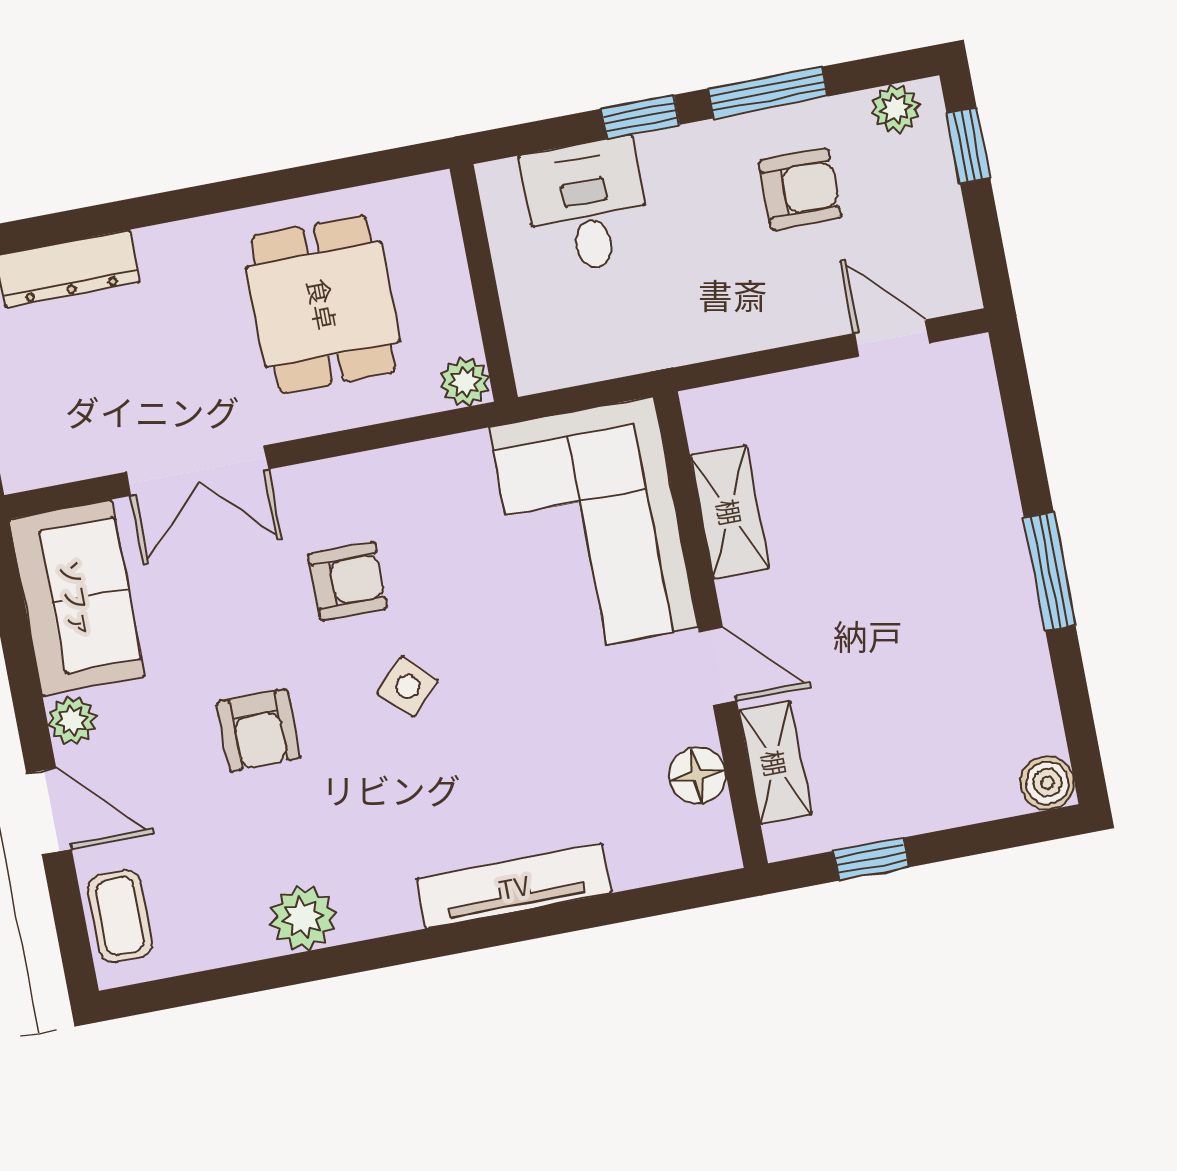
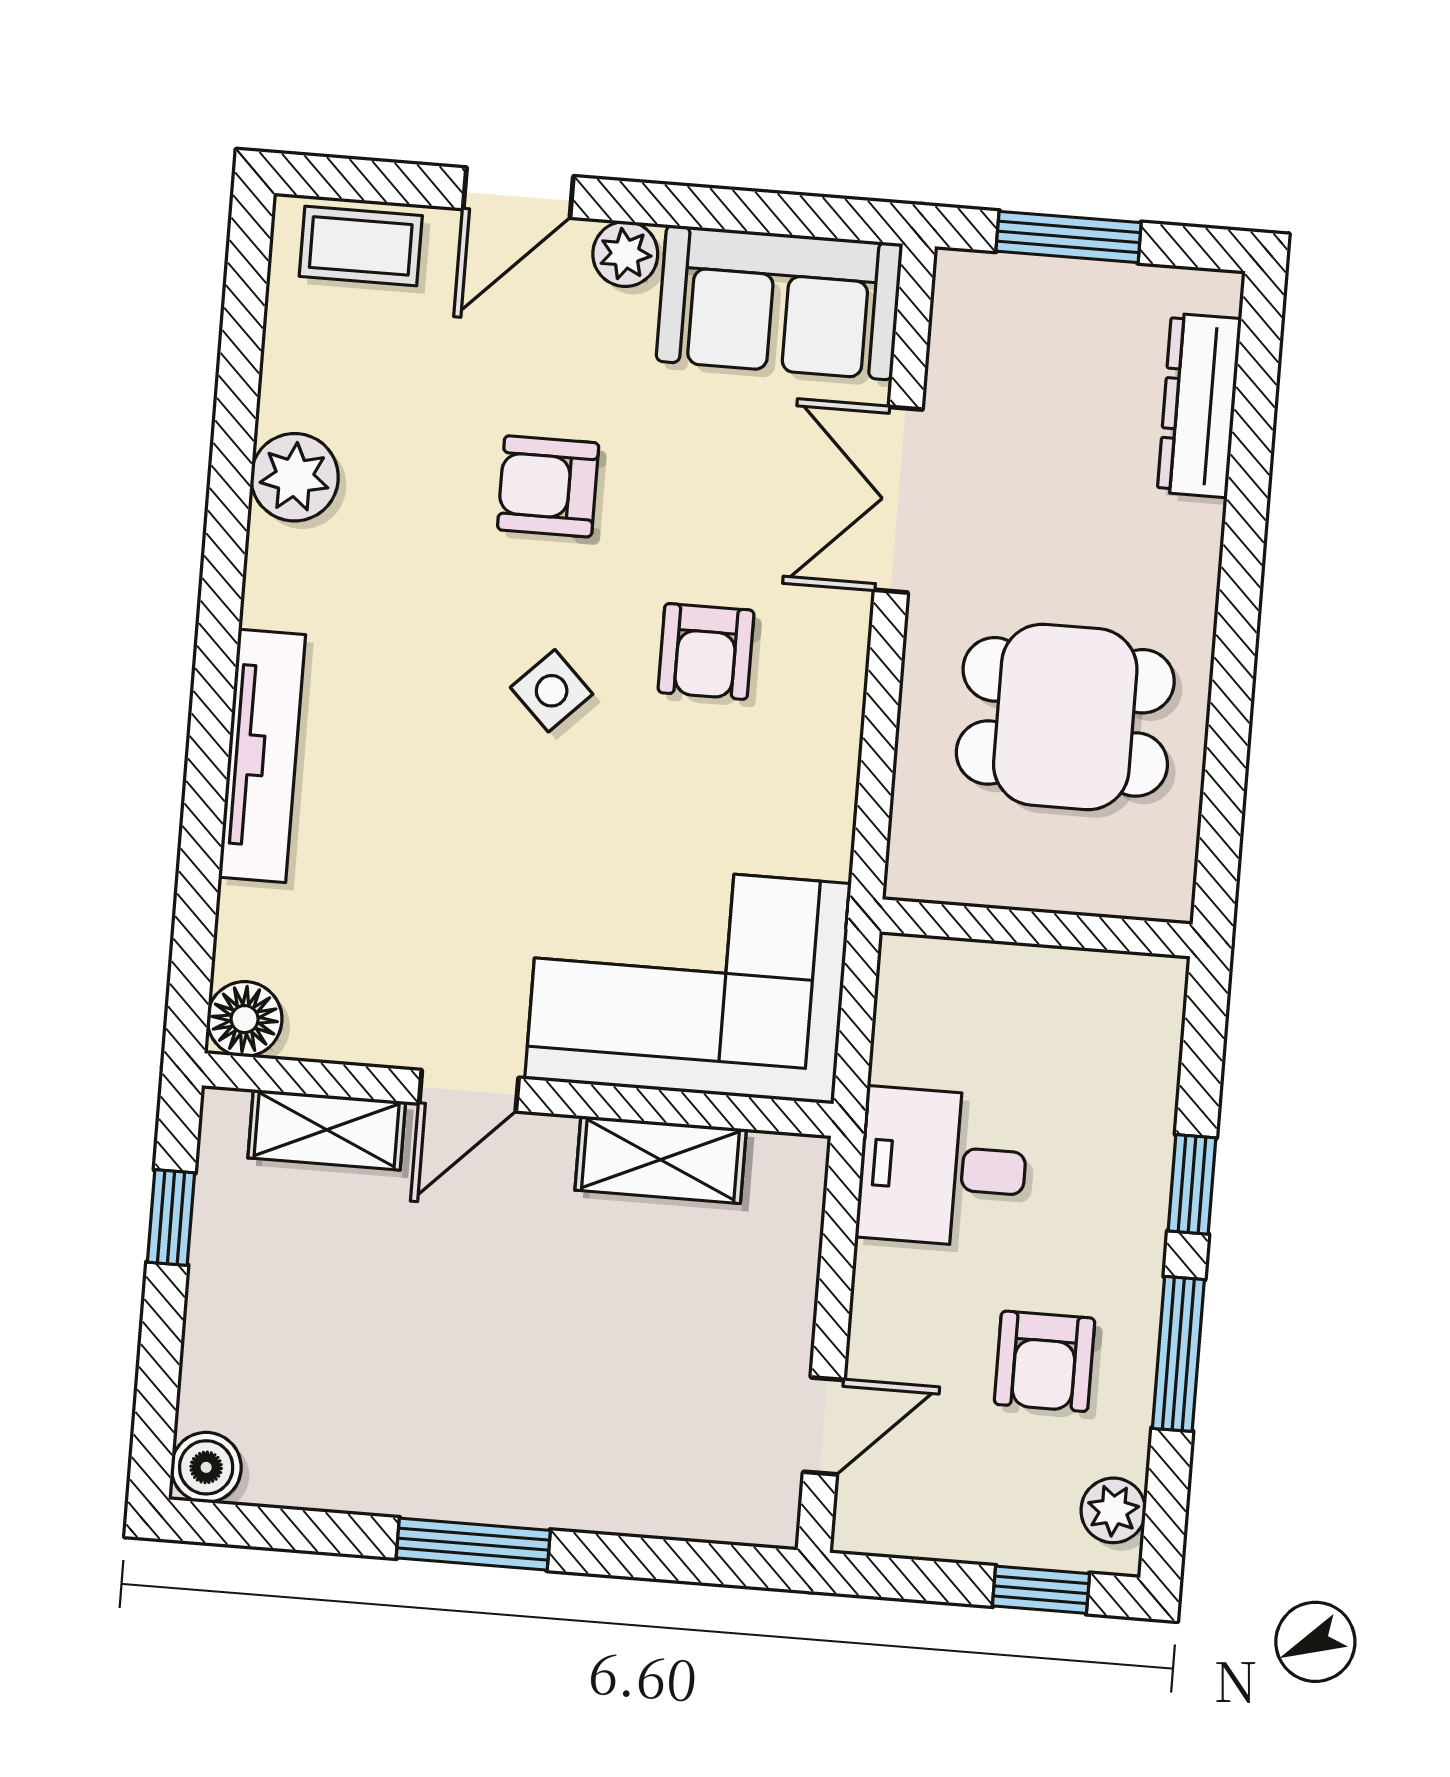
desk: (586, 206) -> (943, 1168), moved, turned 180
plant: (465, 382) -> (917, 869), removed
floor lamp: (697, 776) -> (245, 1019), moved

